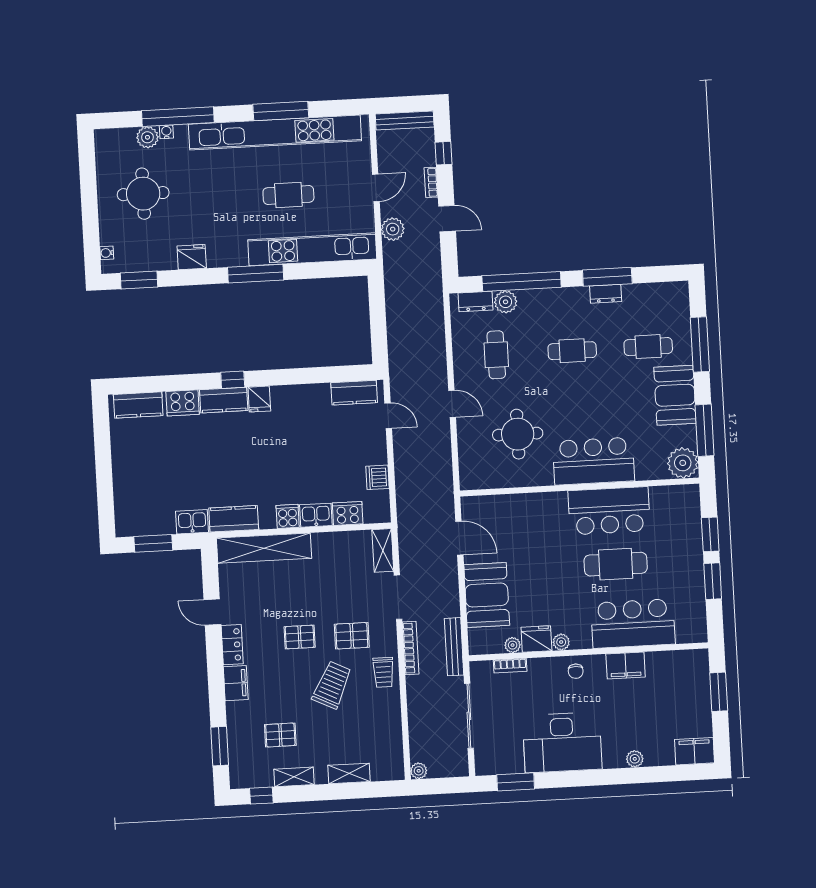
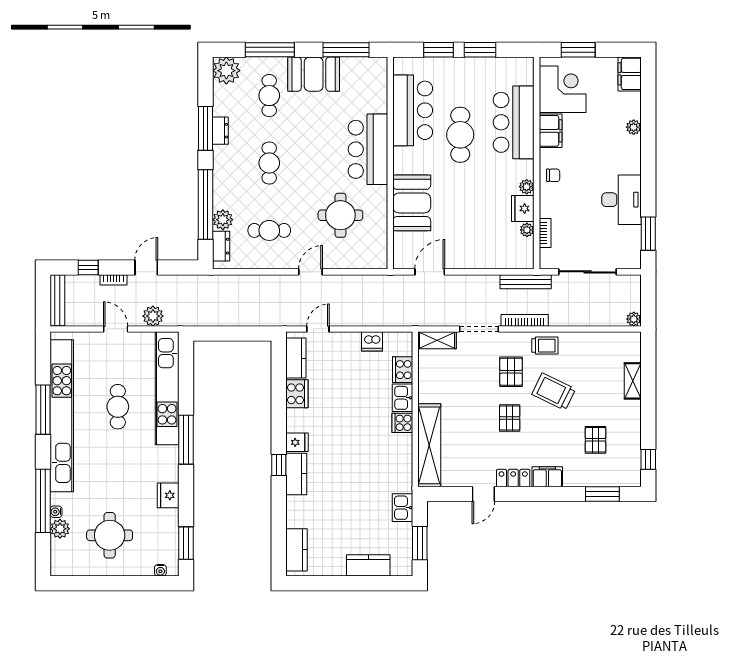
cooker: (183, 403) -> (297, 394), moved
plant: (683, 463) -> (226, 71), moved
bar counter: (609, 511) -> (413, 110), moved
kitchen counter: (234, 519) -> (368, 565), moved, turned 90
booth: (487, 595) -> (412, 203), moved, turned 90
corner desk: (673, 677) -> (563, 89), added
desk: (562, 742) -> (621, 200), width x0.73, depth x0.77
shelving: (294, 777) -> (633, 430), removed

